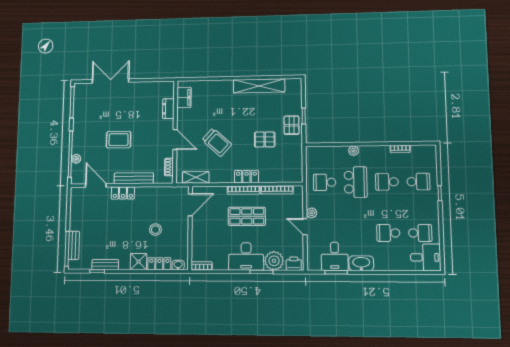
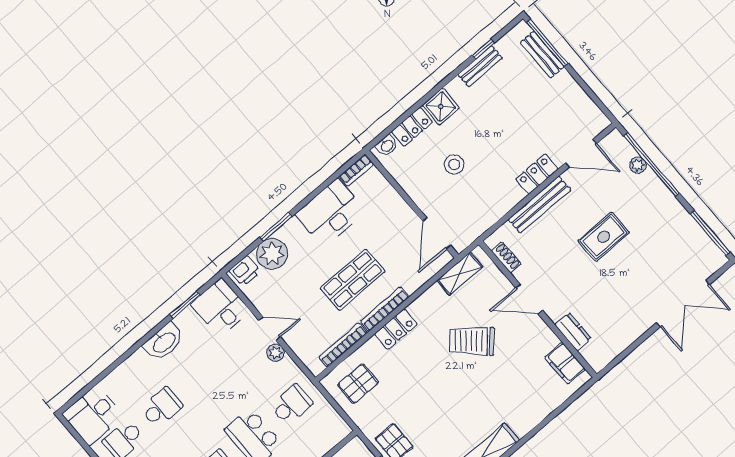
pallet: (265, 139) -> (358, 384), moved
desk: (246, 256) -> (331, 213), moved
desk: (335, 256) -> (220, 308), moved

